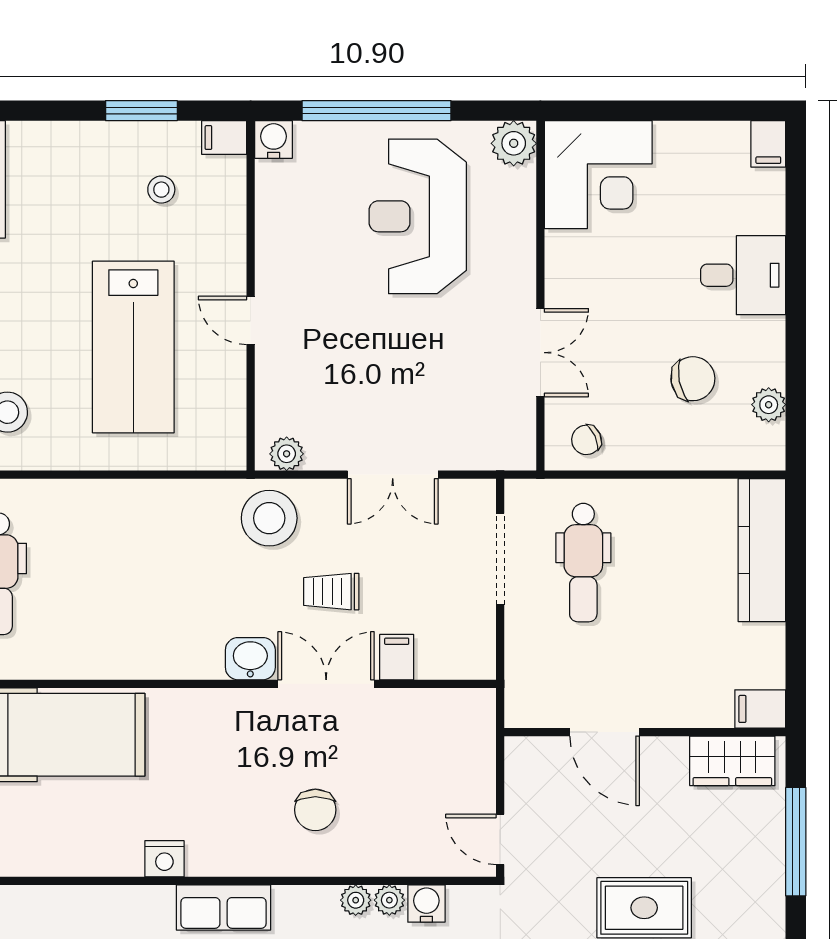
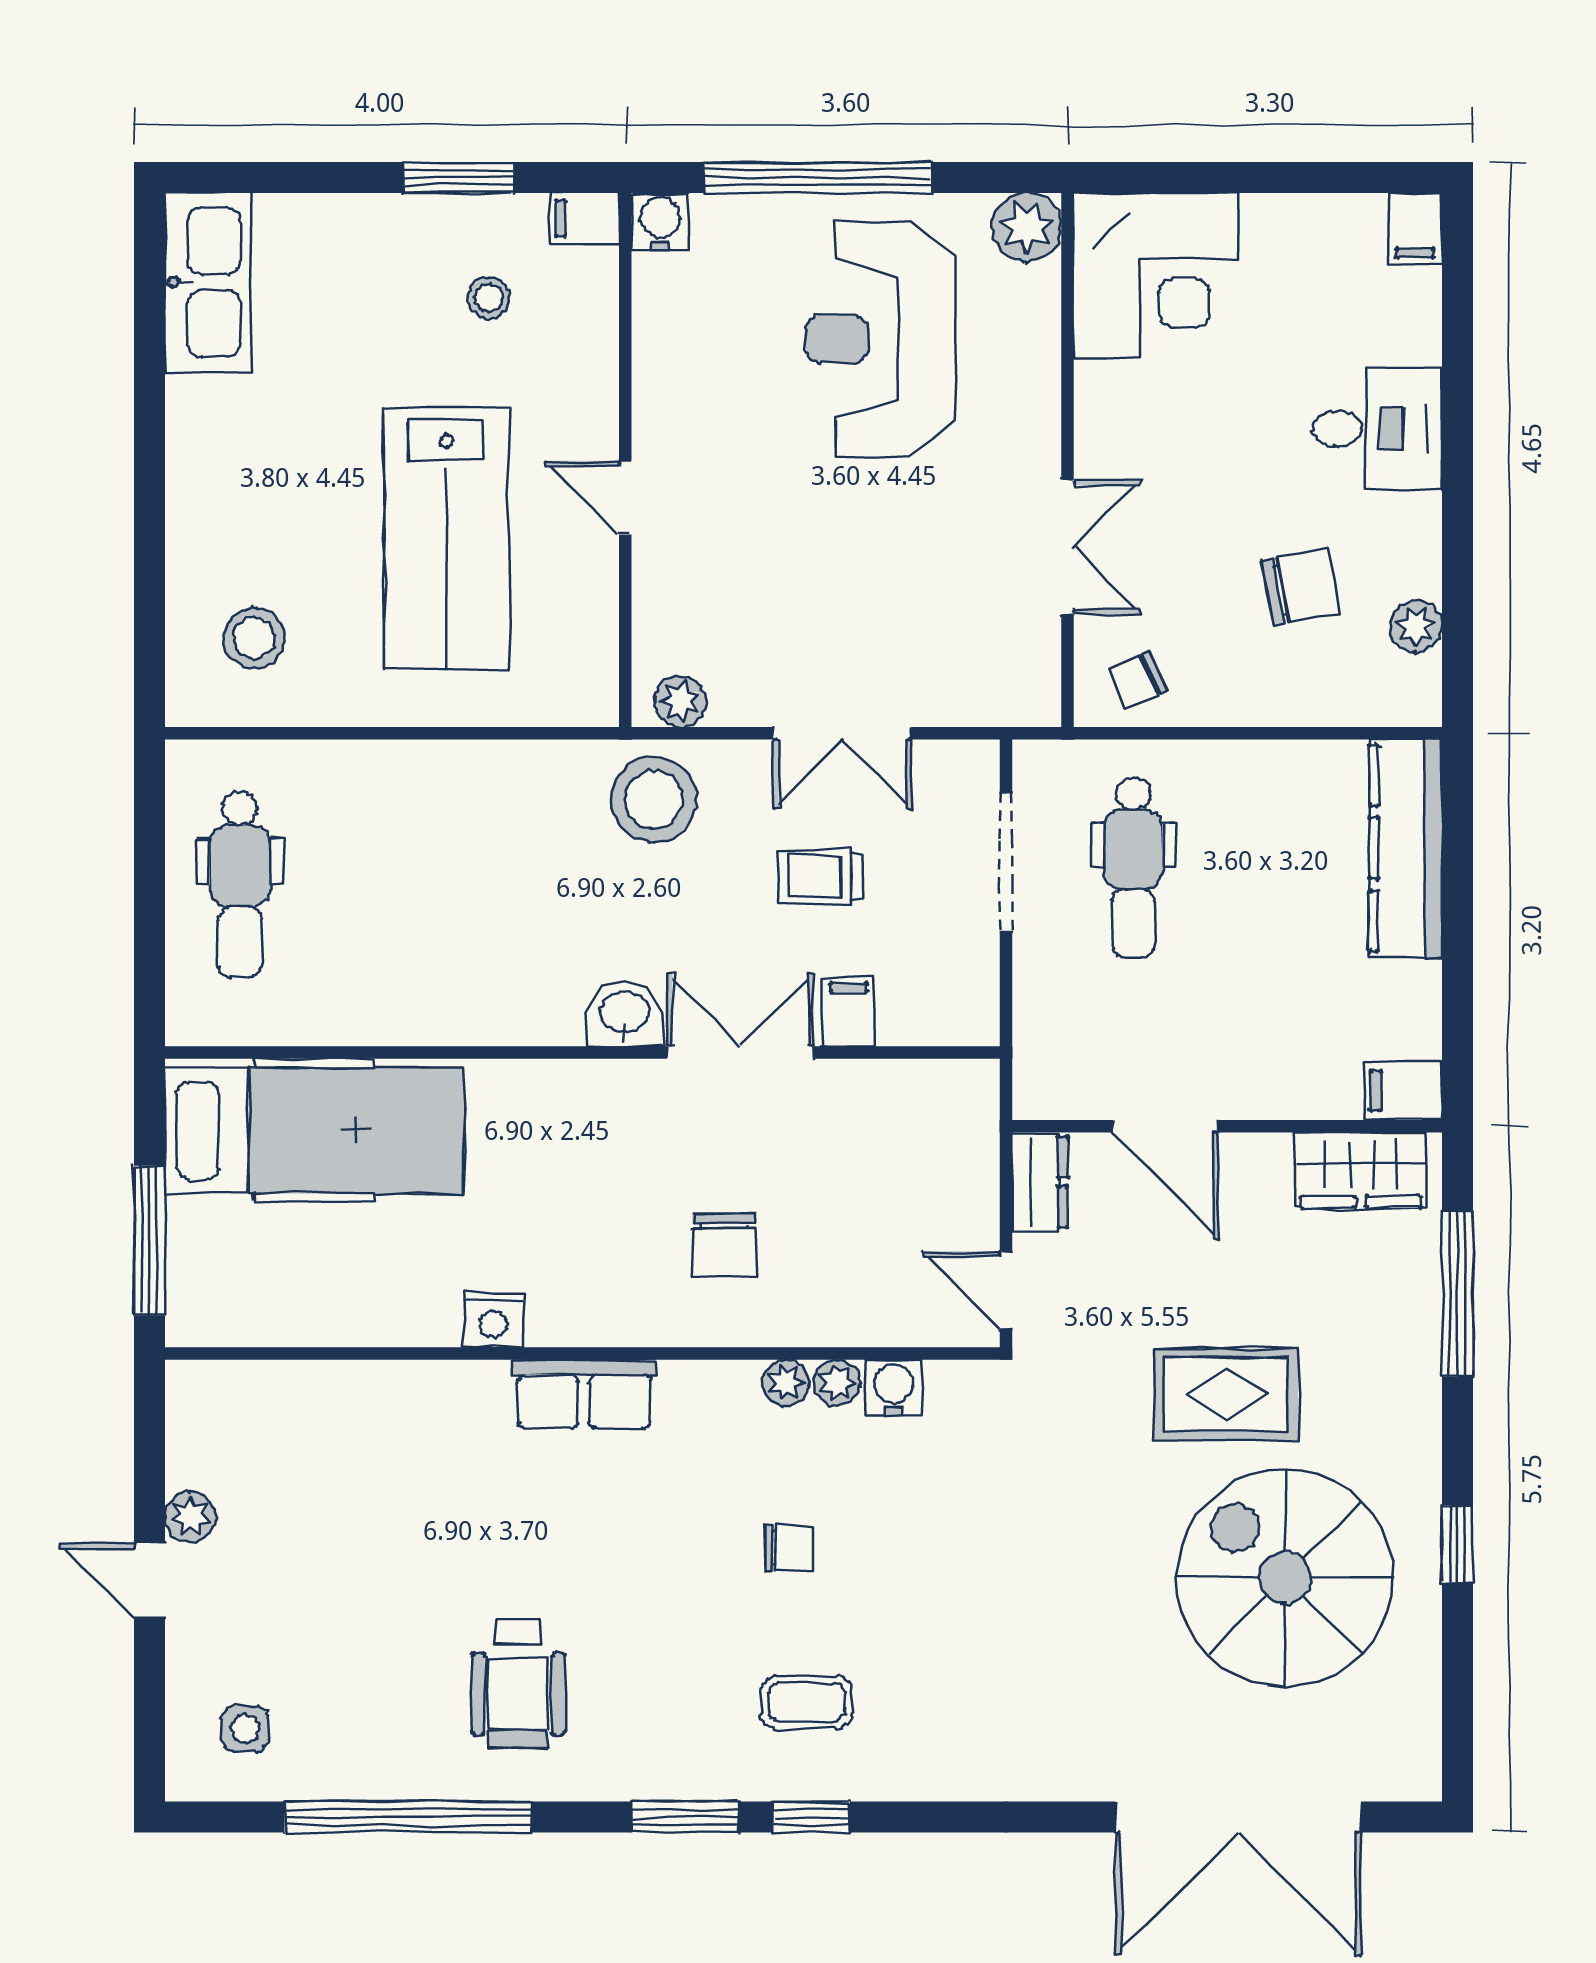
trolley: (331, 592) -> (820, 876), moved
dresser: (522, 769) -> (1040, 1182), added

